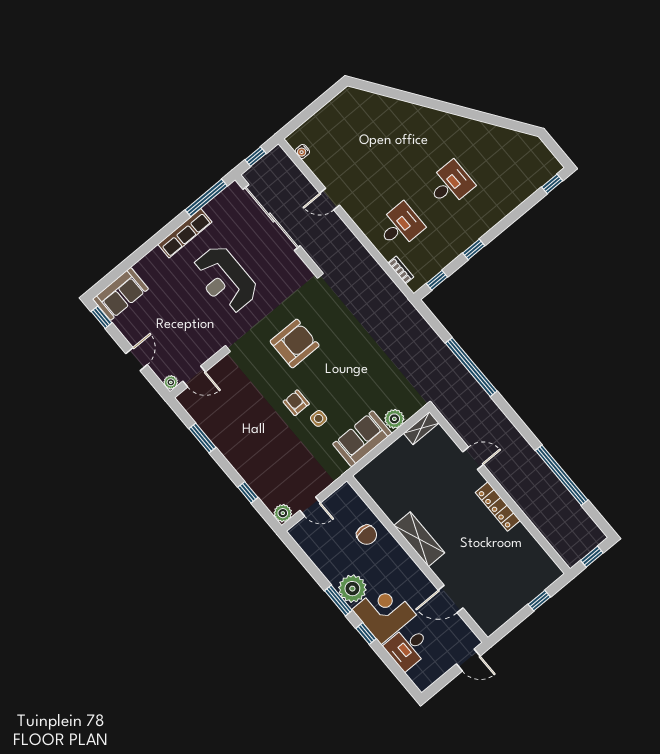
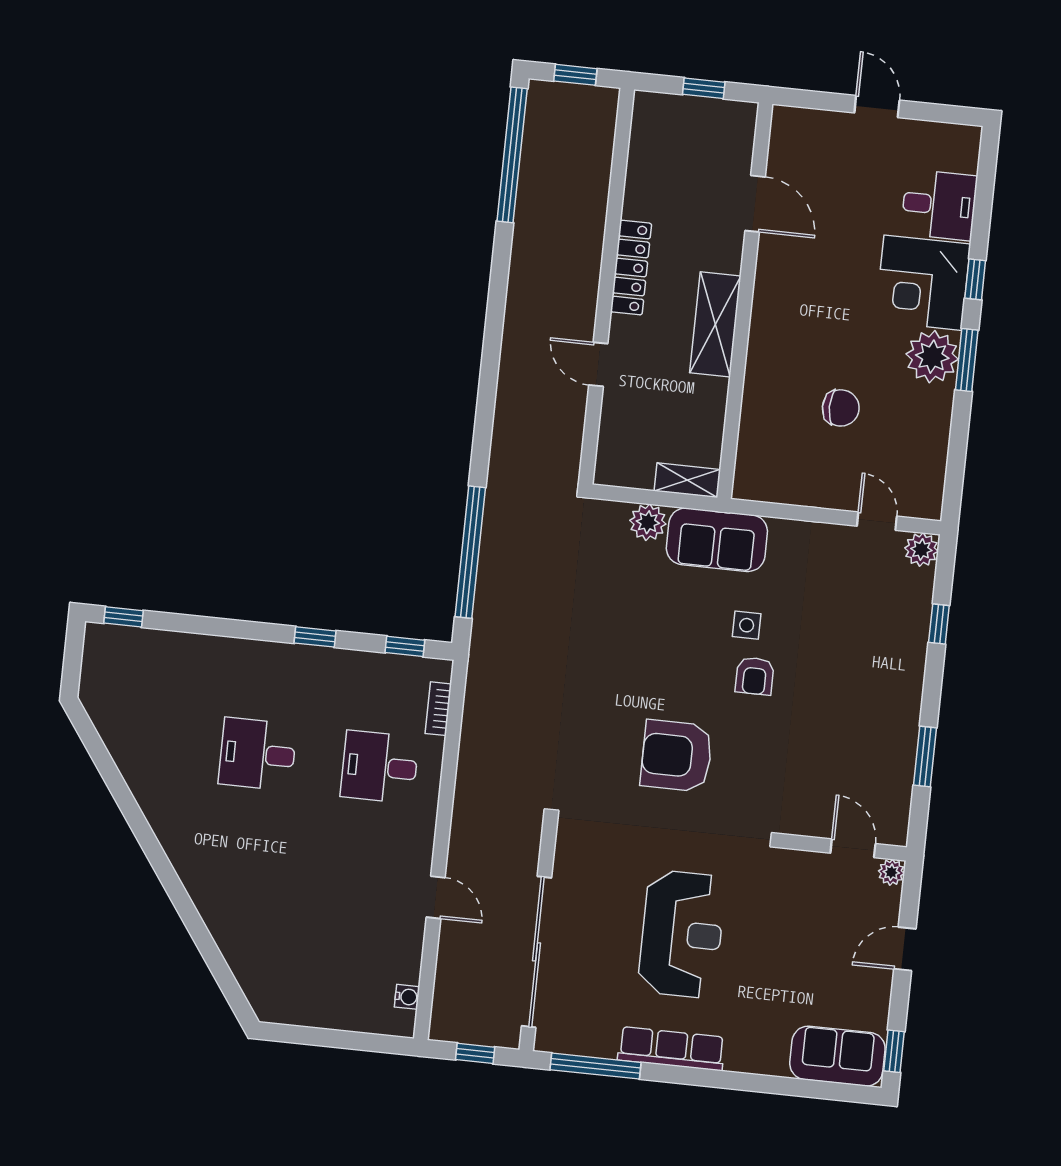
window: (471, 367) -> (470, 552), moved
shelving: (421, 428) -> (687, 480), moved
window: (562, 475) -> (512, 155), moved
chair: (367, 535) -> (841, 408), turned 90
shelving: (419, 539) -> (715, 324), moved
wall: (417, 559) -> (745, 301), moved
door: (451, 599) -> (755, 204), moved

